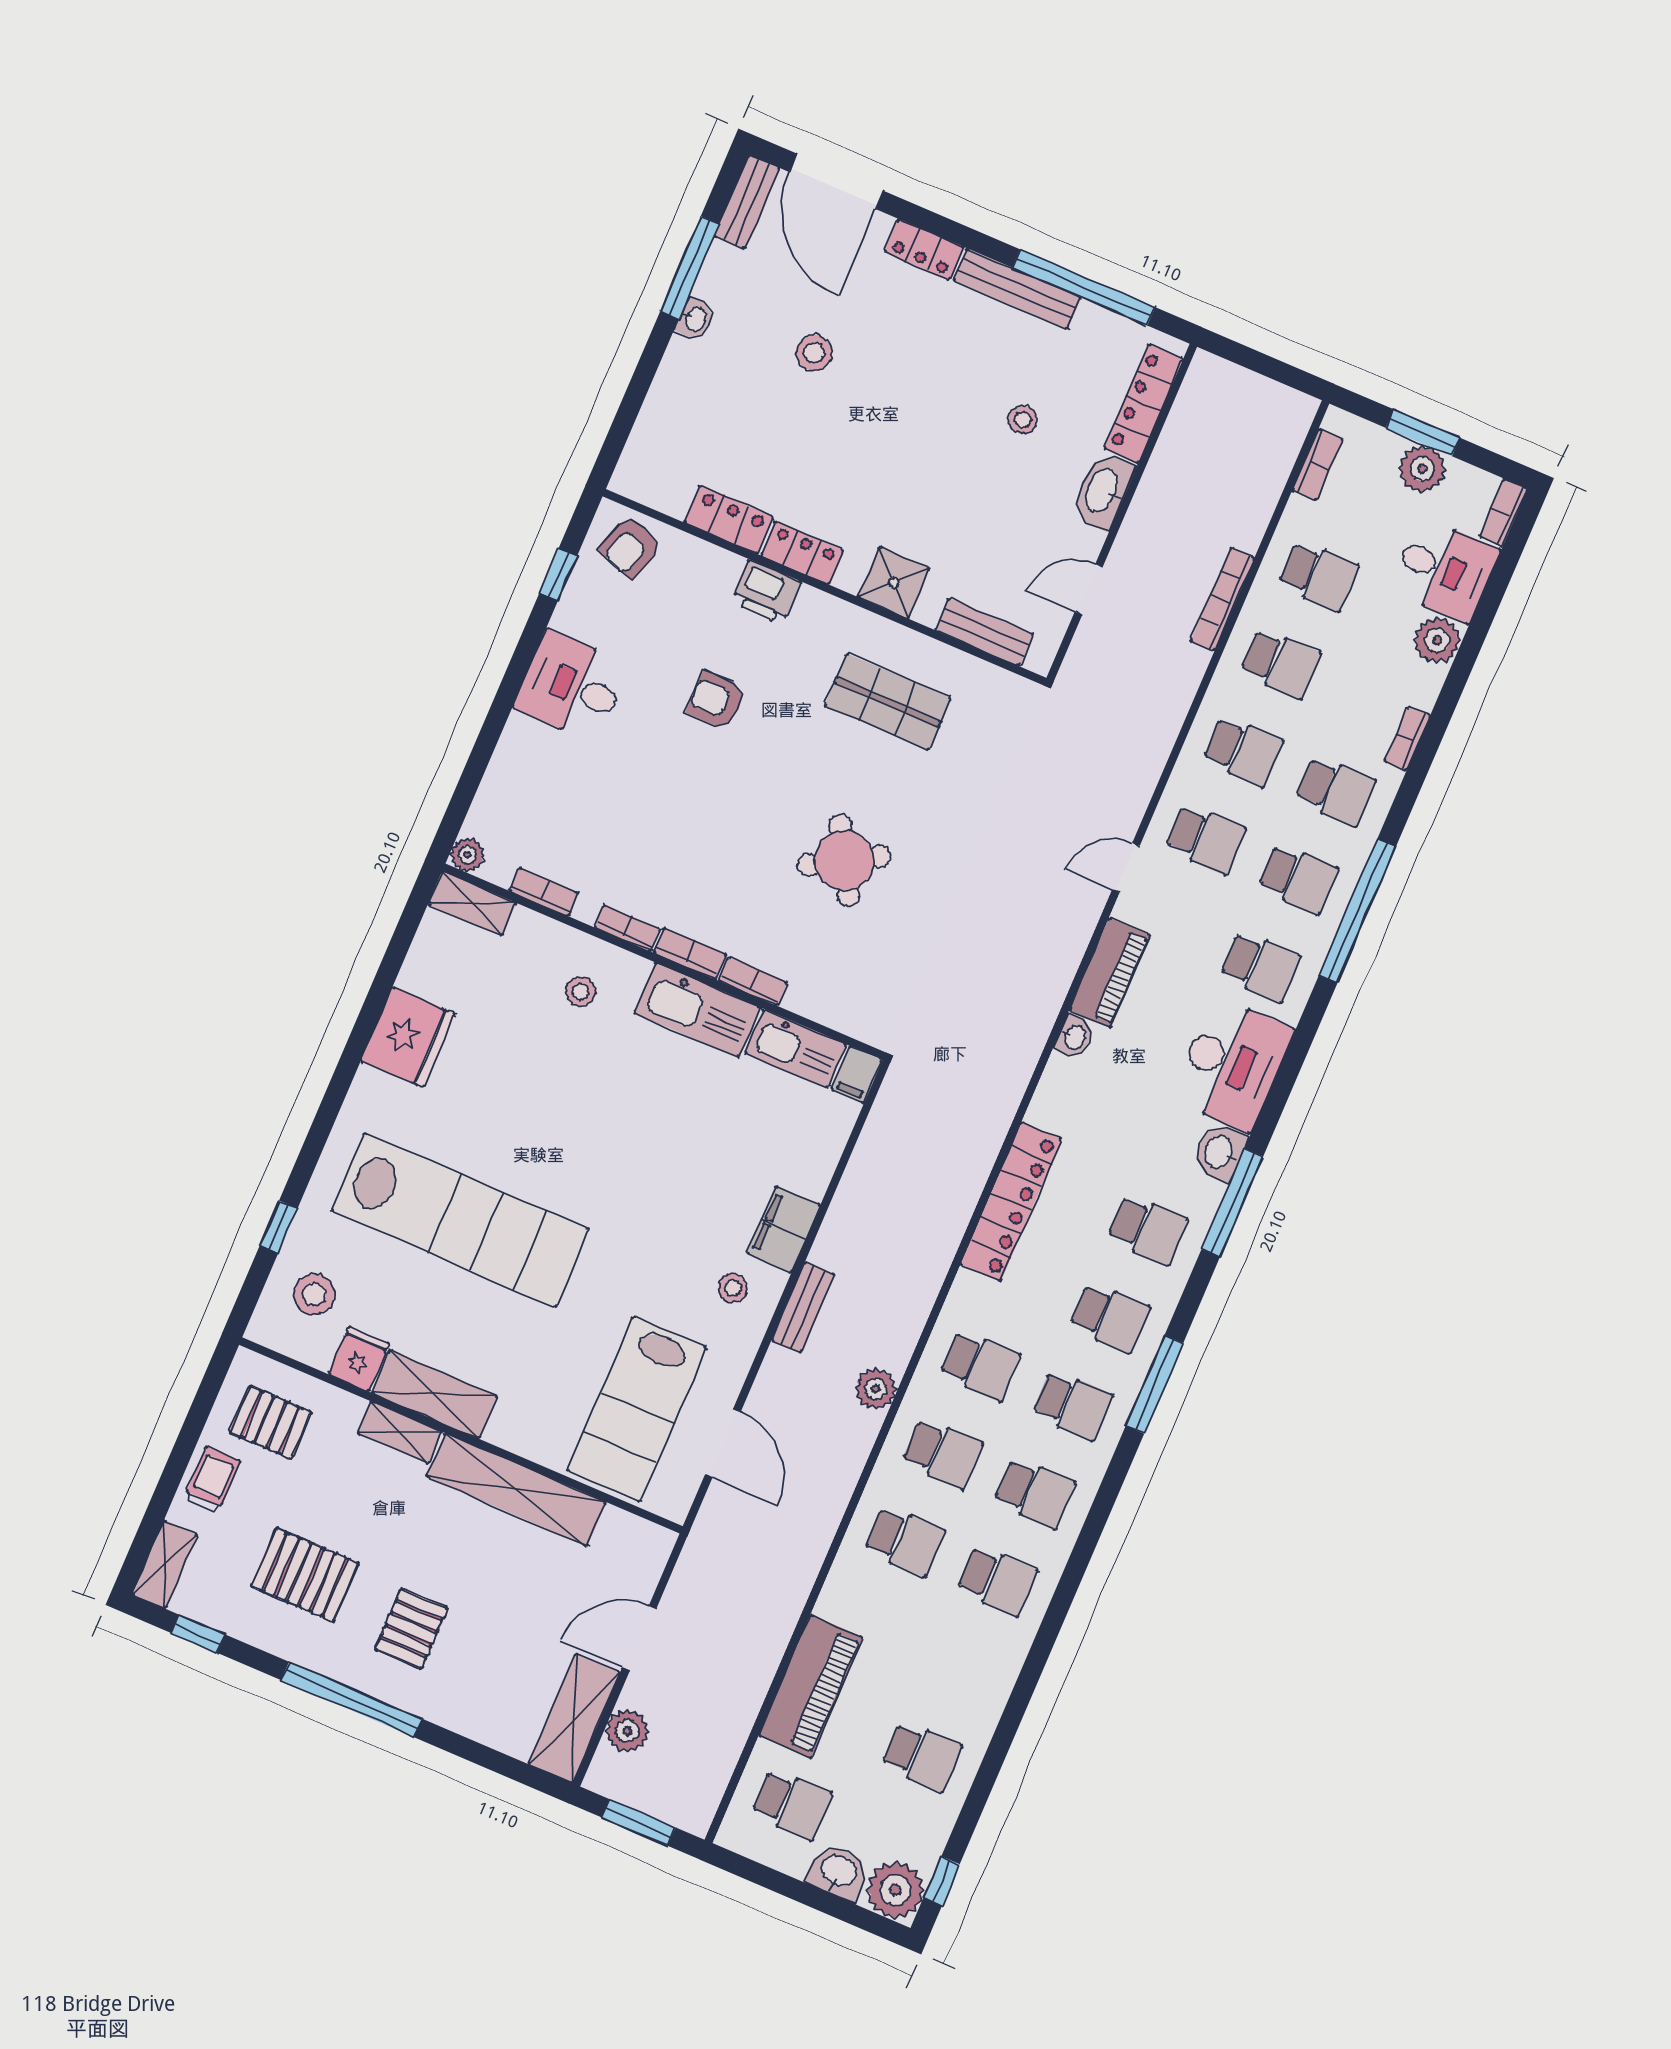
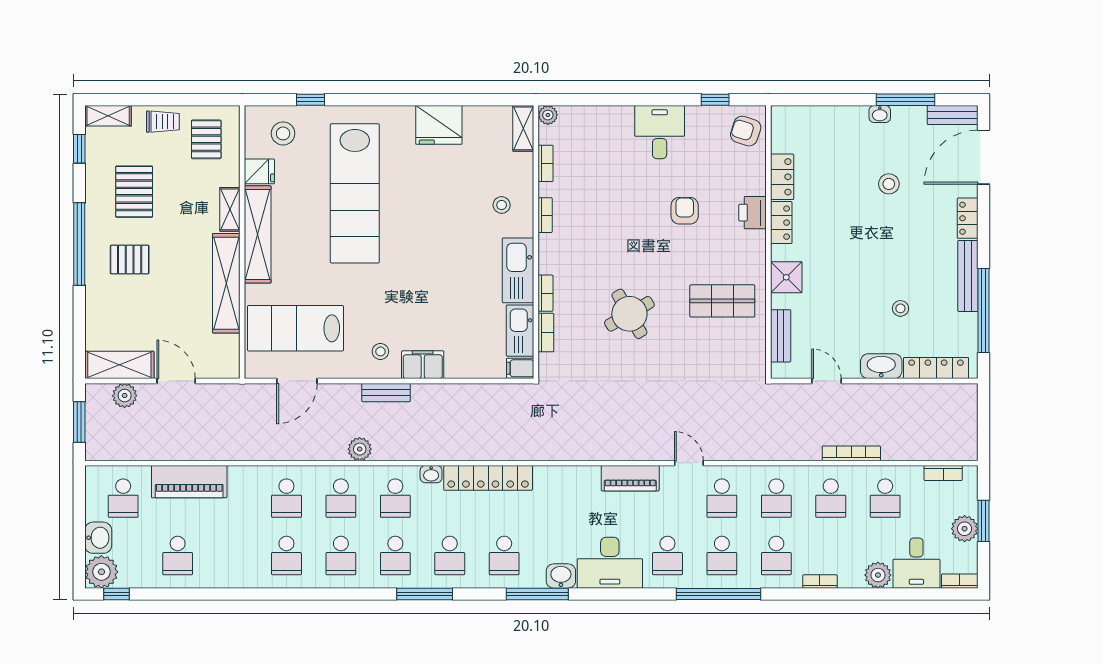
shop shelf: (888, 702) -> (722, 301), turned 90
bookcase: (690, 954) -> (546, 333), moved
washbasin: (1075, 1037) -> (431, 474), moved
shelving: (434, 1394) -> (258, 234), width x1.47

